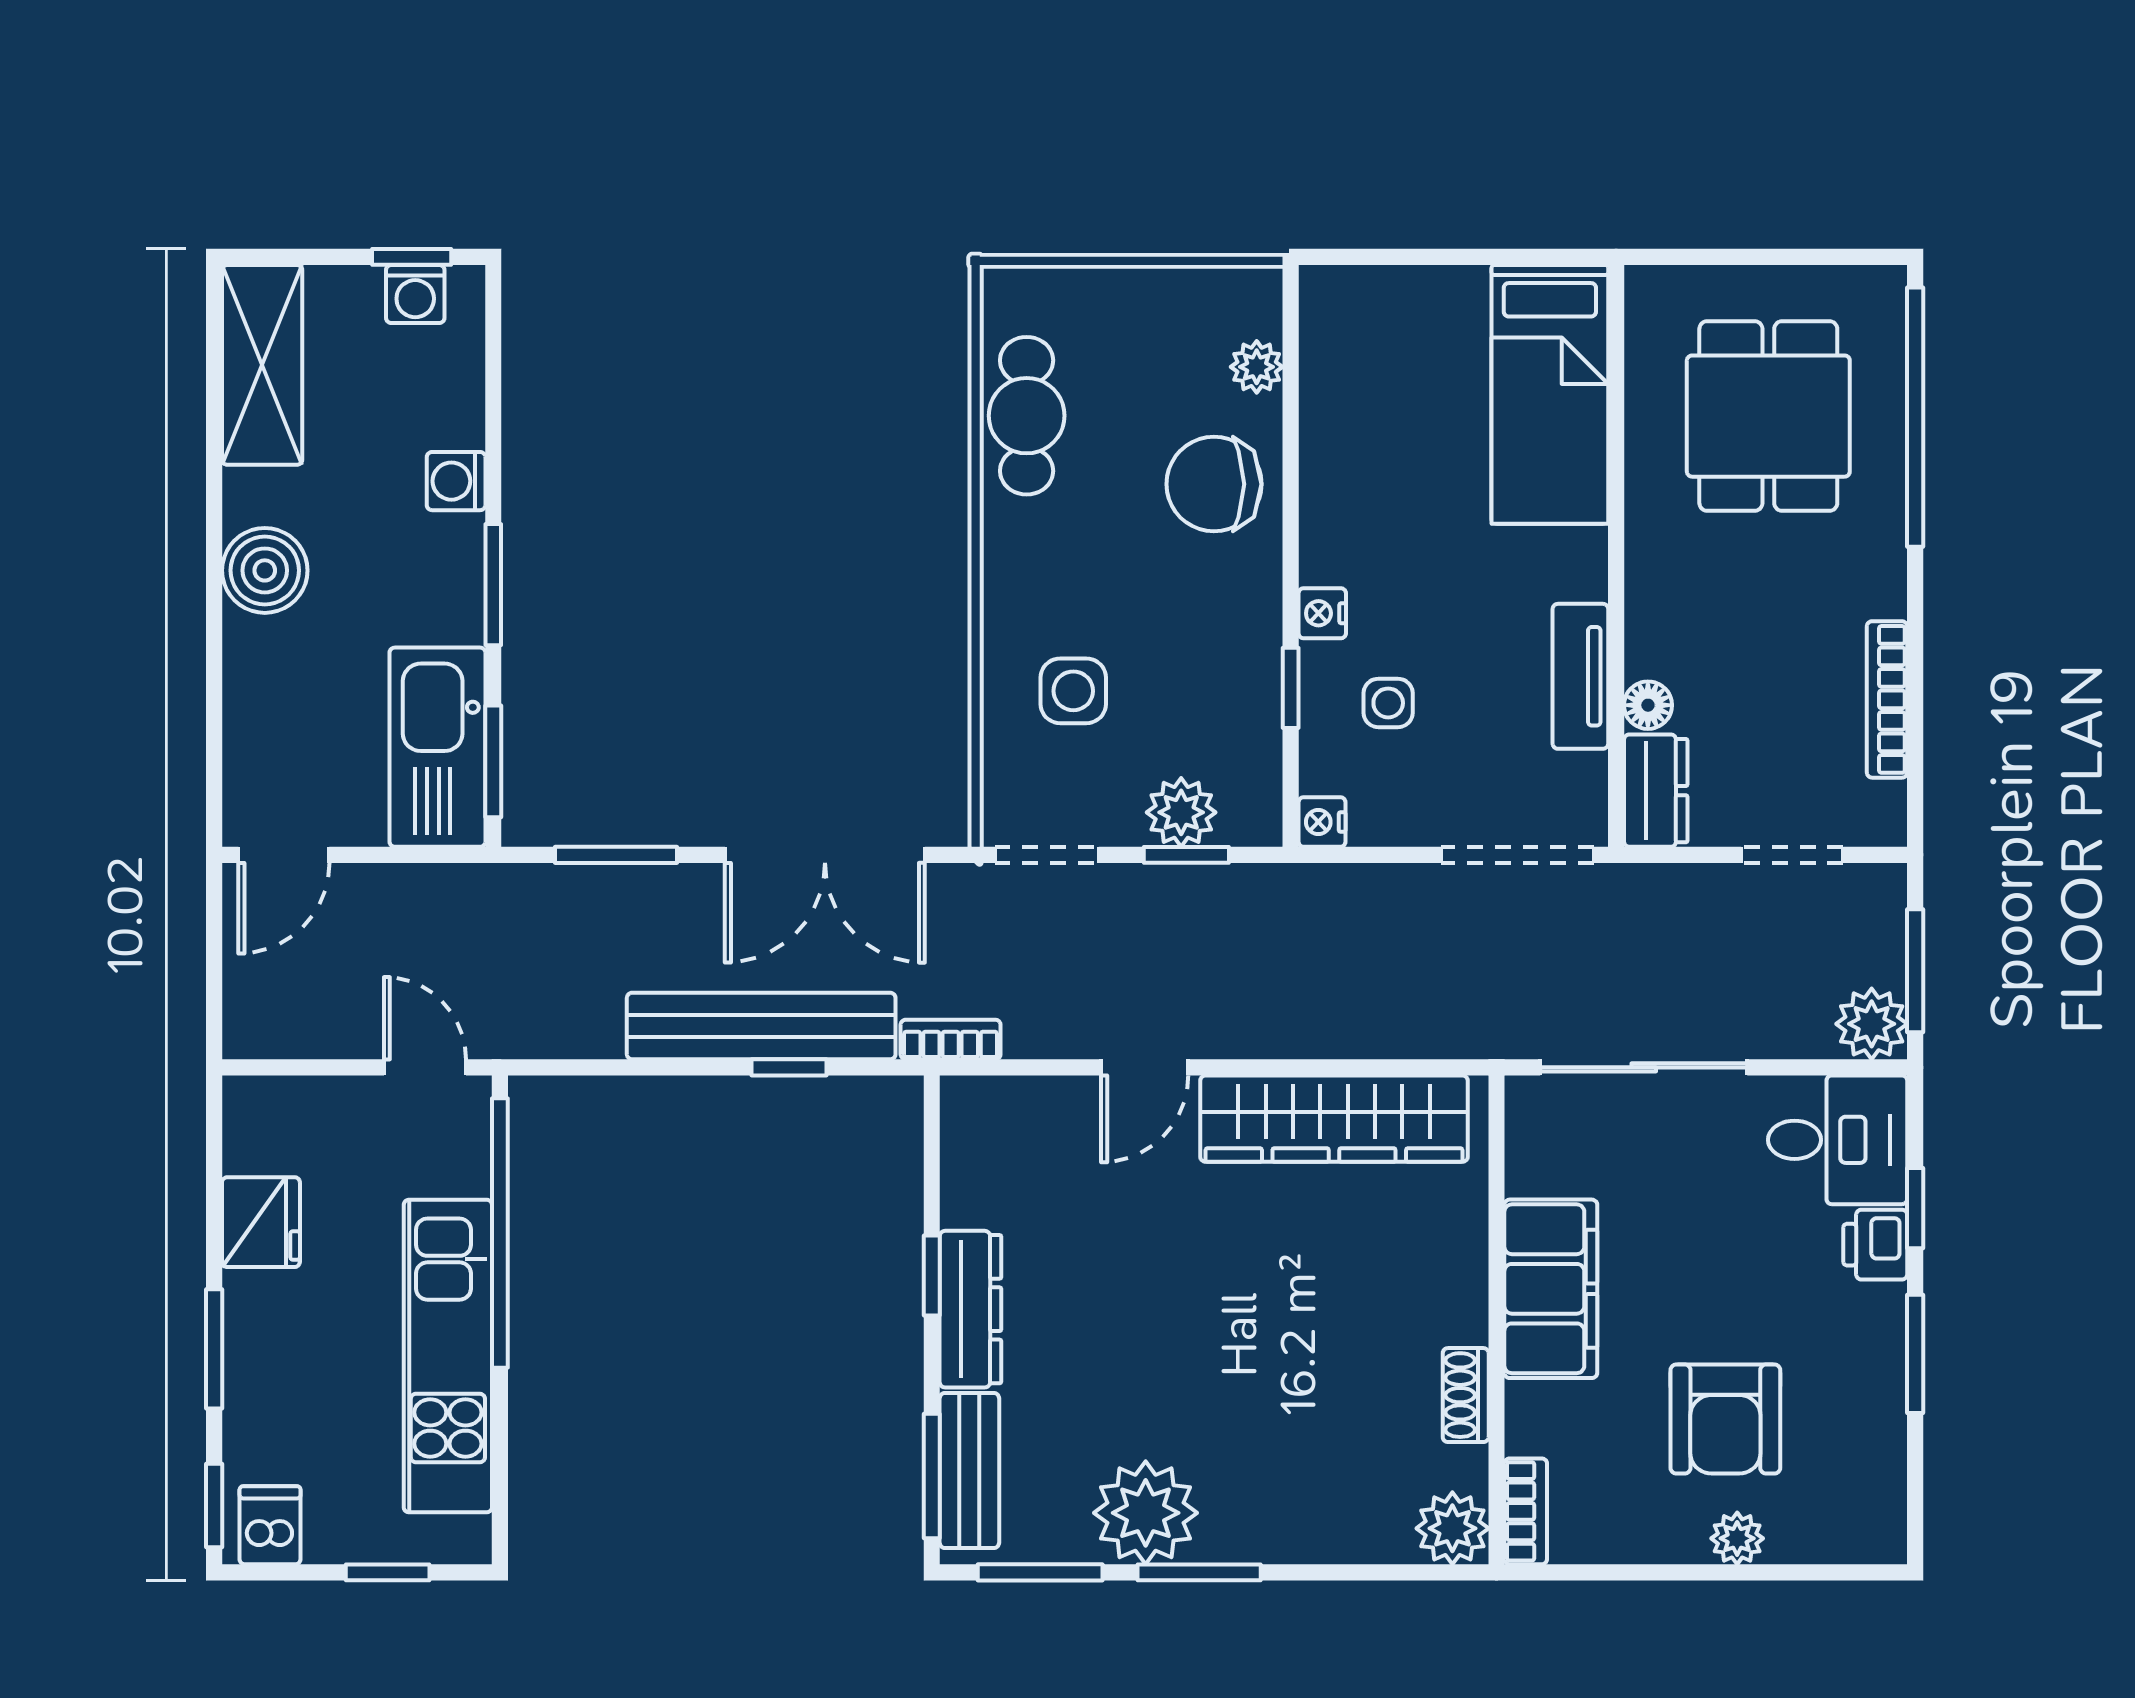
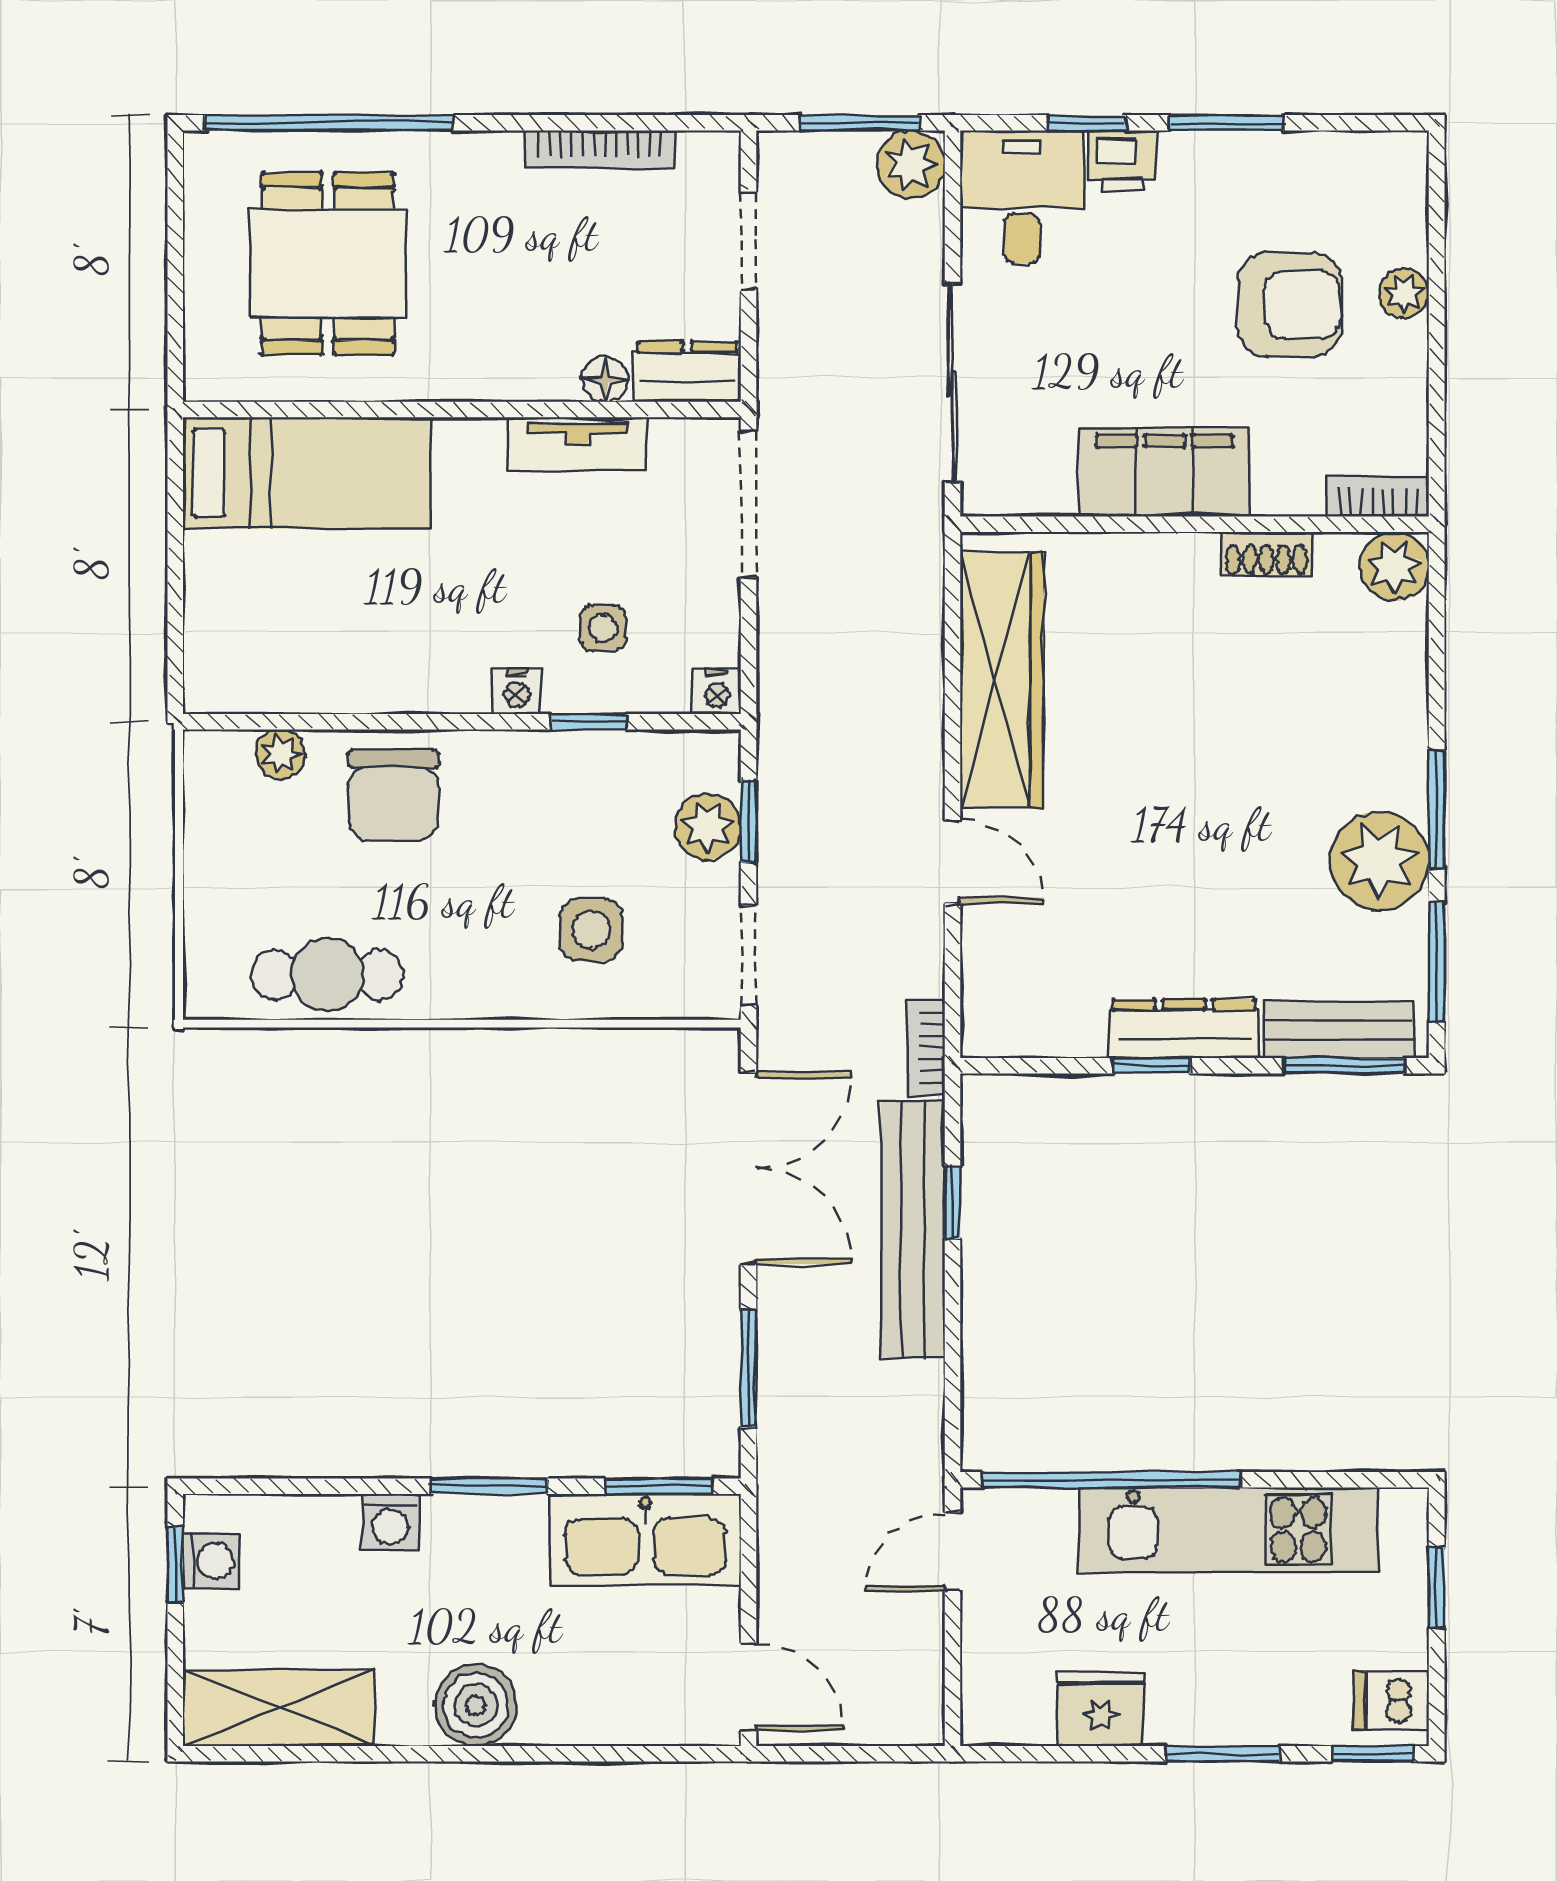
dining table: (1768, 416) -> (328, 264), turned 90

